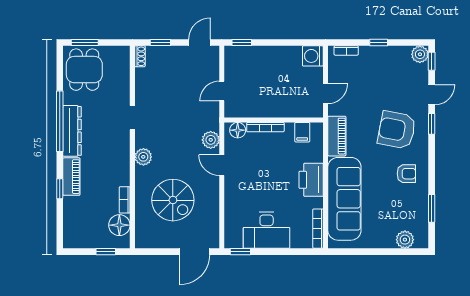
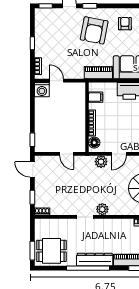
plant: (420, 54) -> (41, 14), removed
door: (326, 94) -> (56, 81), moved
plant: (143, 157) -> (102, 209), moved

